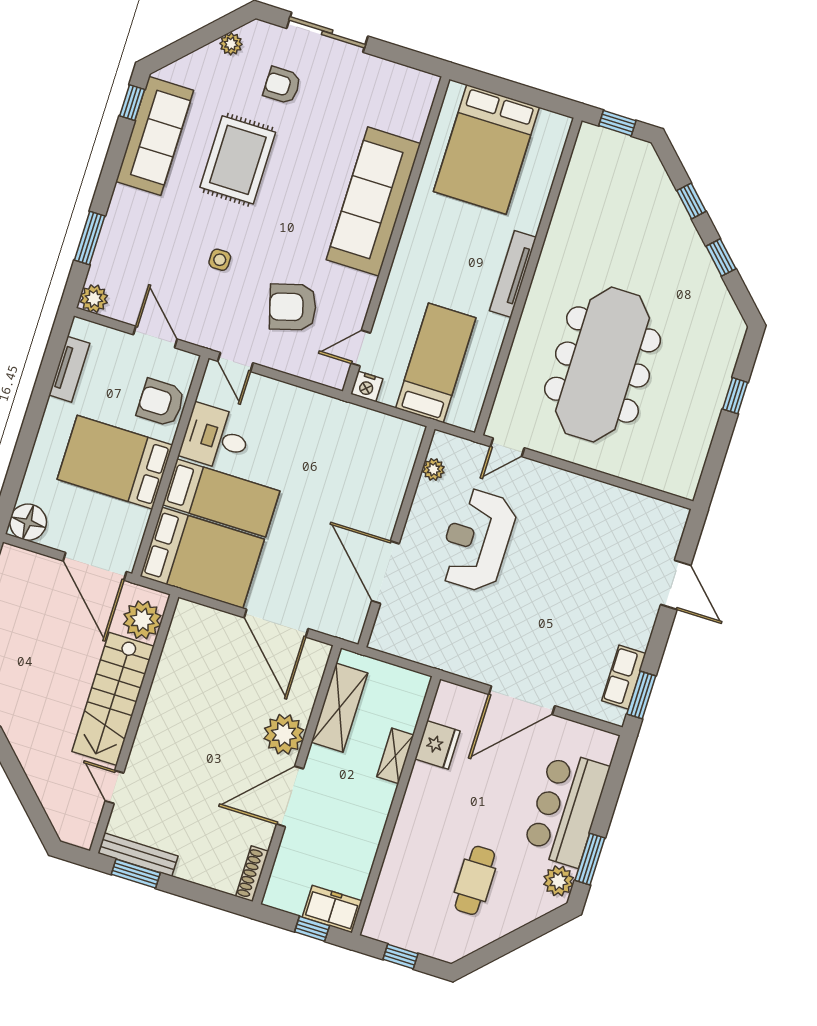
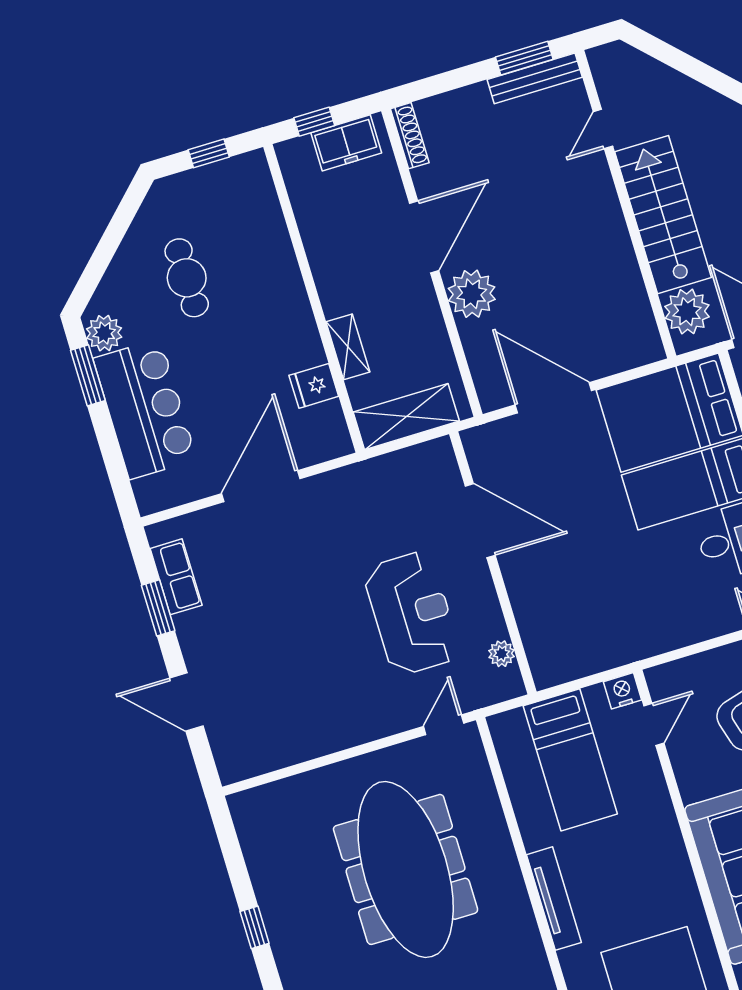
window: (641, 695) -> (158, 608), moved
shelving: (339, 708) -> (406, 417), moved, turned 90
fridge: (437, 745) -> (314, 386), width x0.72
door: (114, 787) -> (603, 129), swing flipped
freezer: (332, 909) -> (346, 143), moved

